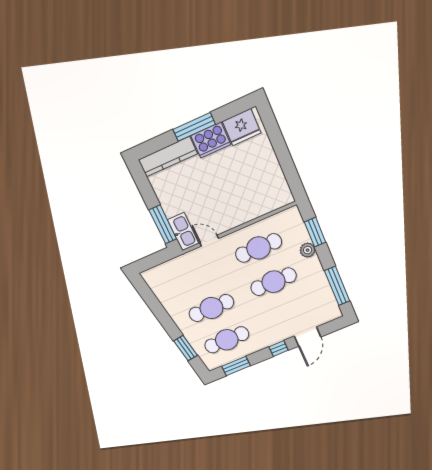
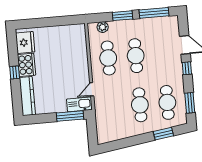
window: (194, 127) -> (15, 73), width x0.46
window: (315, 232) -> (122, 16), moved
plant: (308, 250) -> (103, 27), moved

